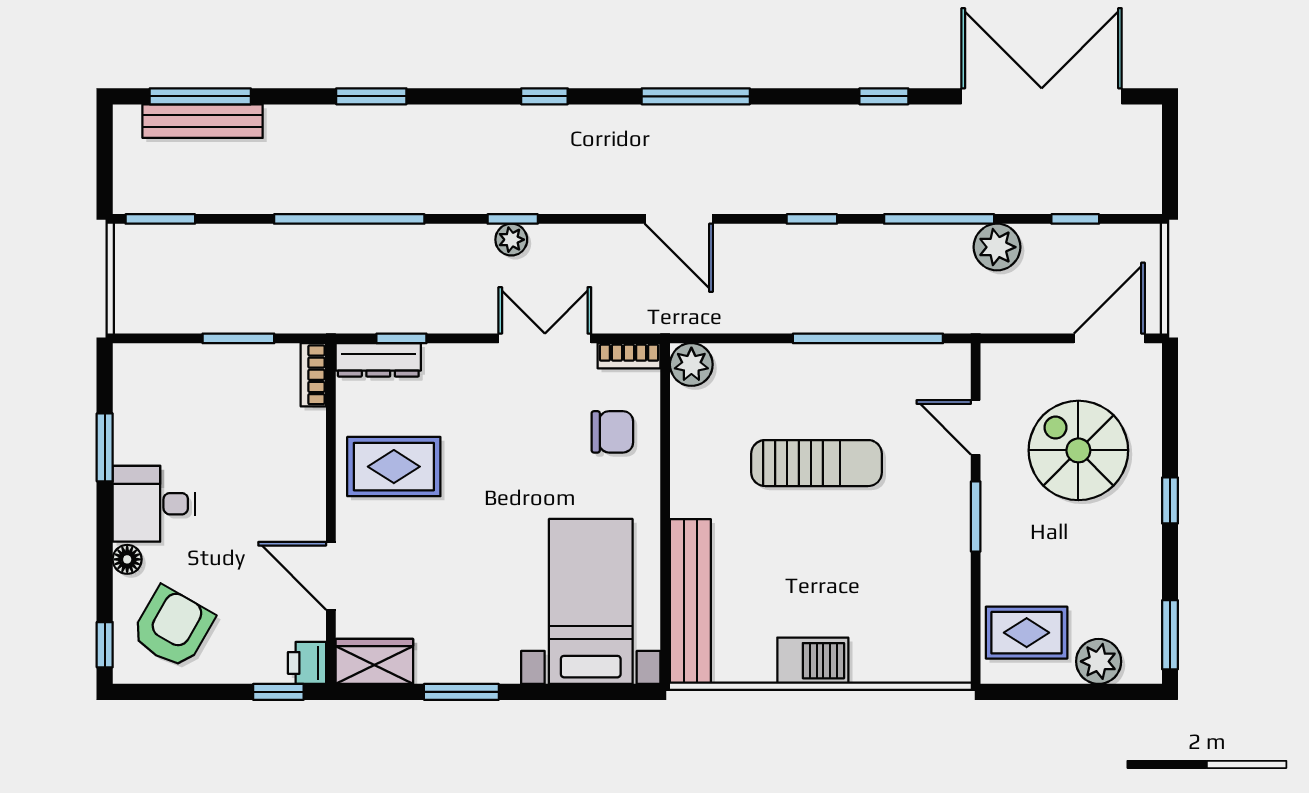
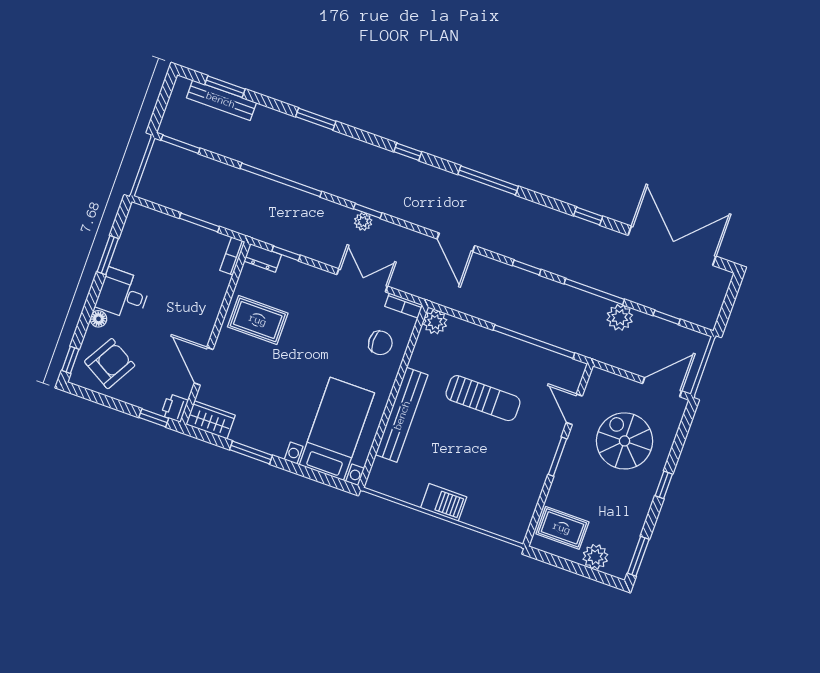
window: (200, 96) -> (225, 87), width x0.69
dresser: (378, 360) -> (263, 258), width x0.70
bench: (690, 602) -> (402, 415), moved

